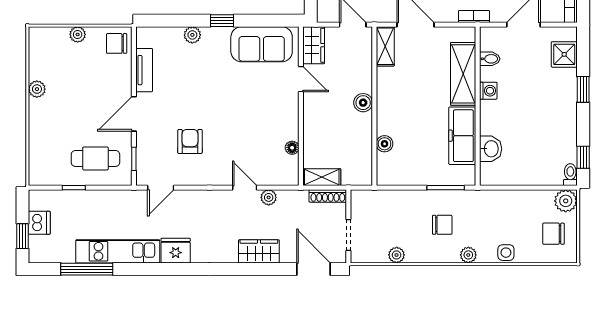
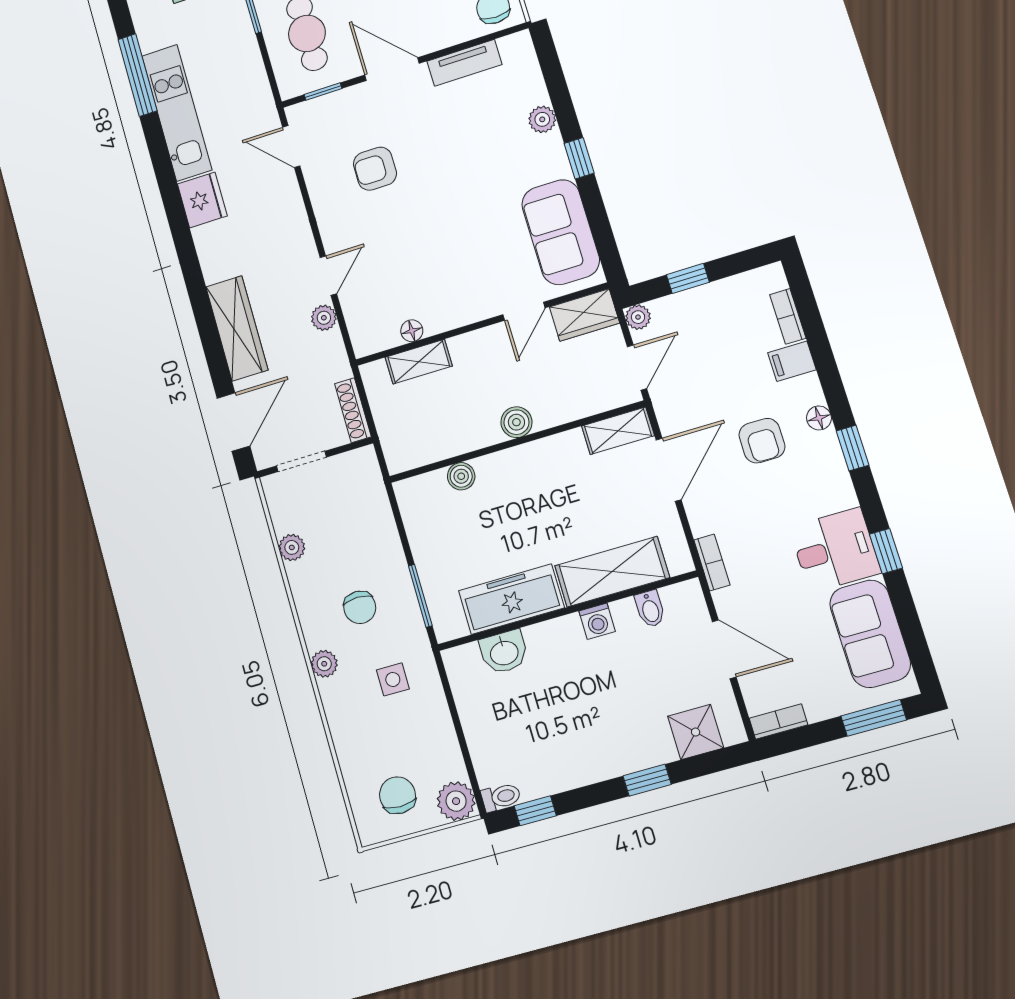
plant: (324, 15) -> (638, 317), added
armchair: (190, 141) -> (375, 169), turned 180
shelving: (322, 177) -> (419, 362), moved, turned 90
wardrobe: (259, 251) -> (237, 328), width x1.50
side table: (506, 253) -> (393, 679), moved

